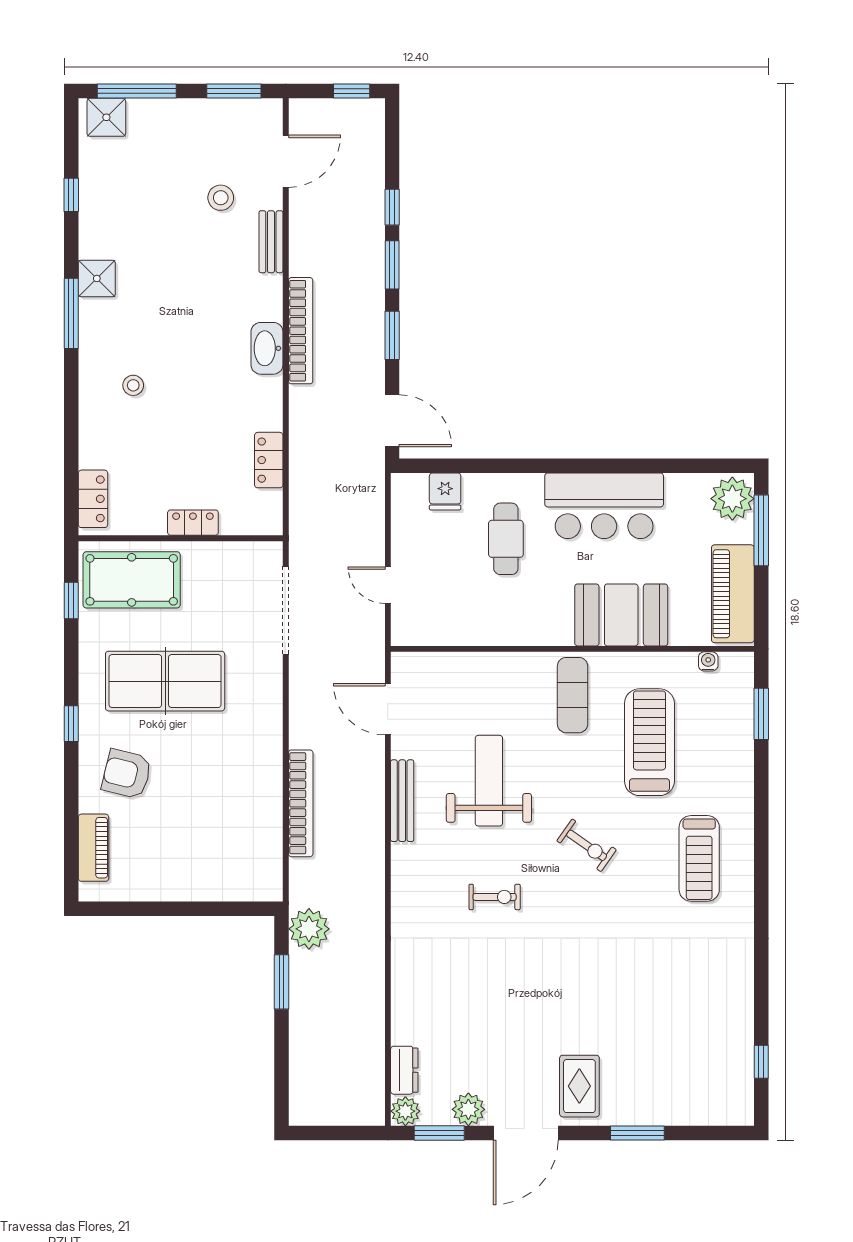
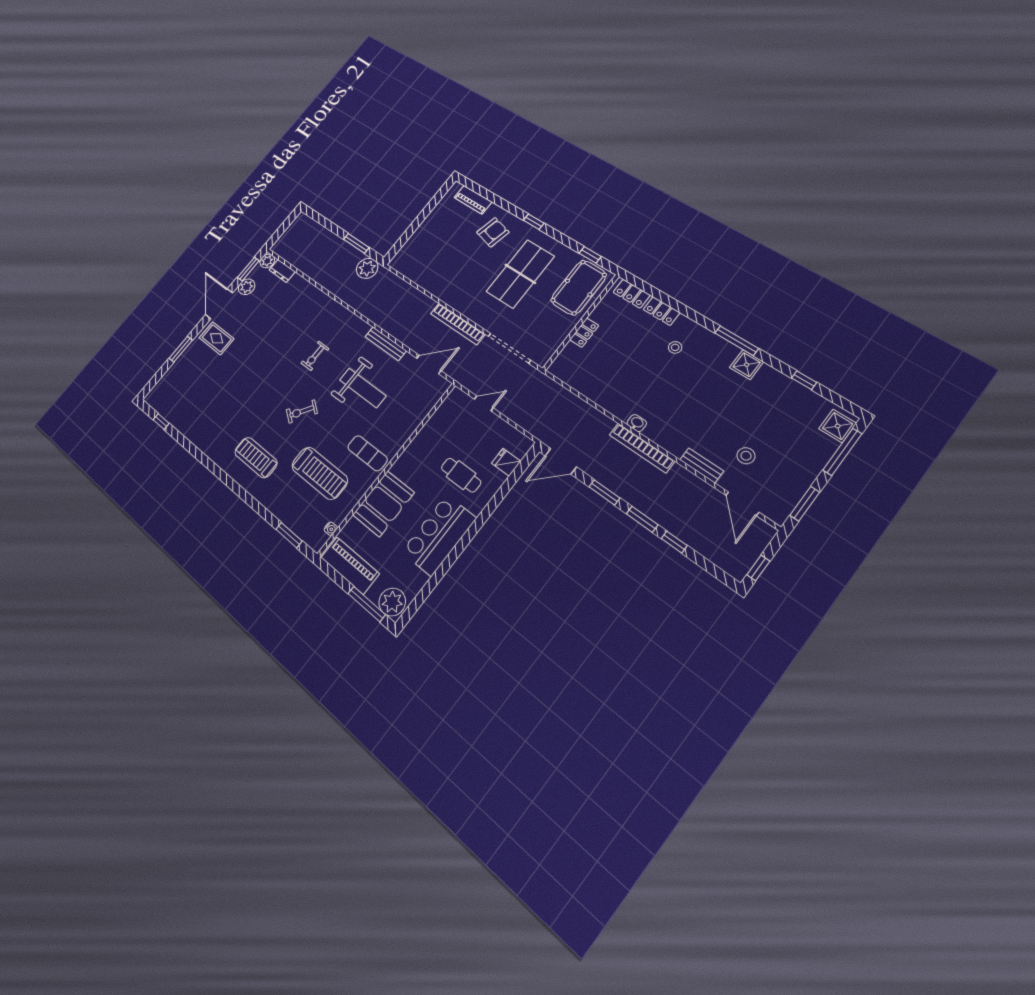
washbasin: (267, 348) -> (637, 423), width x0.52, depth x0.69
locker: (269, 460) -> (662, 311), moved, turned 180
bookcase: (301, 803) -> (458, 324), moved

